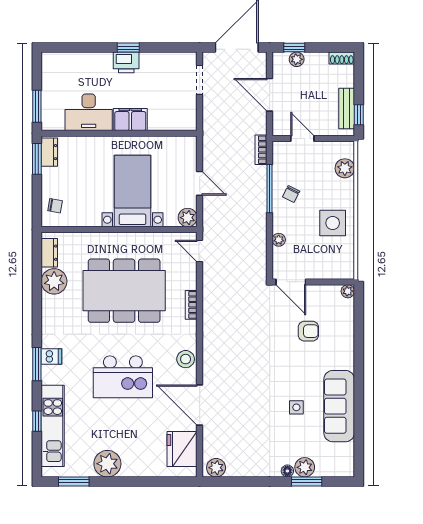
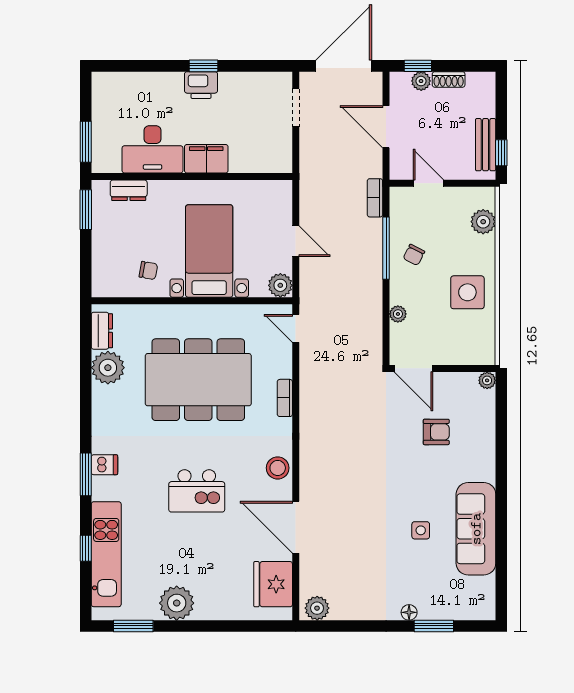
shoe rack: (342, 58) -> (449, 79), moved
dresser: (49, 152) -> (129, 190), moved, turned 90
chair: (55, 206) -> (148, 270), moved
kitchen island: (123, 377) -> (197, 491), width x0.73, depth x0.78
plant: (305, 467) -> (431, 608), removed

